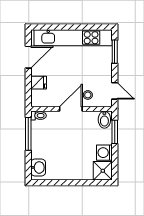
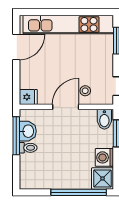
fridge: (39, 83) -> (28, 97), moved
toilet: (39, 116) -> (28, 148), moved
washbasin: (38, 167) -> (28, 131), moved
window: (82, 183) -> (79, 192), added

